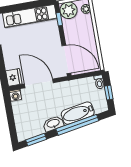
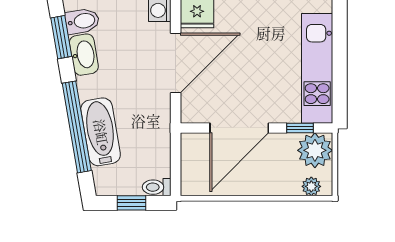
door: (66, 59) -> (239, 128), moved
washbasin: (53, 124) -> (84, 55), moved
bidet: (27, 131) -> (82, 21), added

